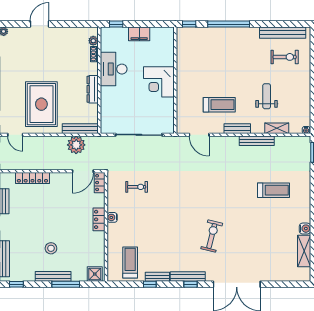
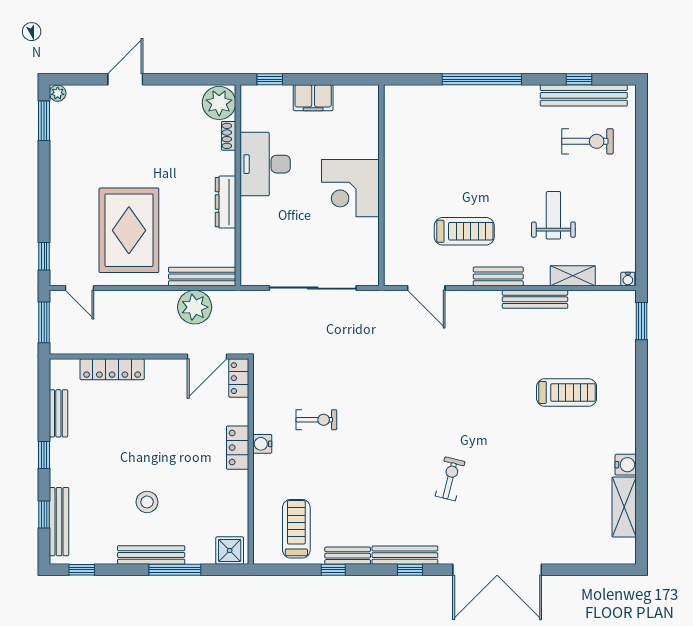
window: (189, 24) -> (579, 79), moved
plant: (93, 41) -> (219, 103), width x1.87, depth x1.87
exercise bike: (137, 187) -> (316, 420), moved
exercise bike: (212, 236) -> (450, 479), width x0.73, depth x0.72

